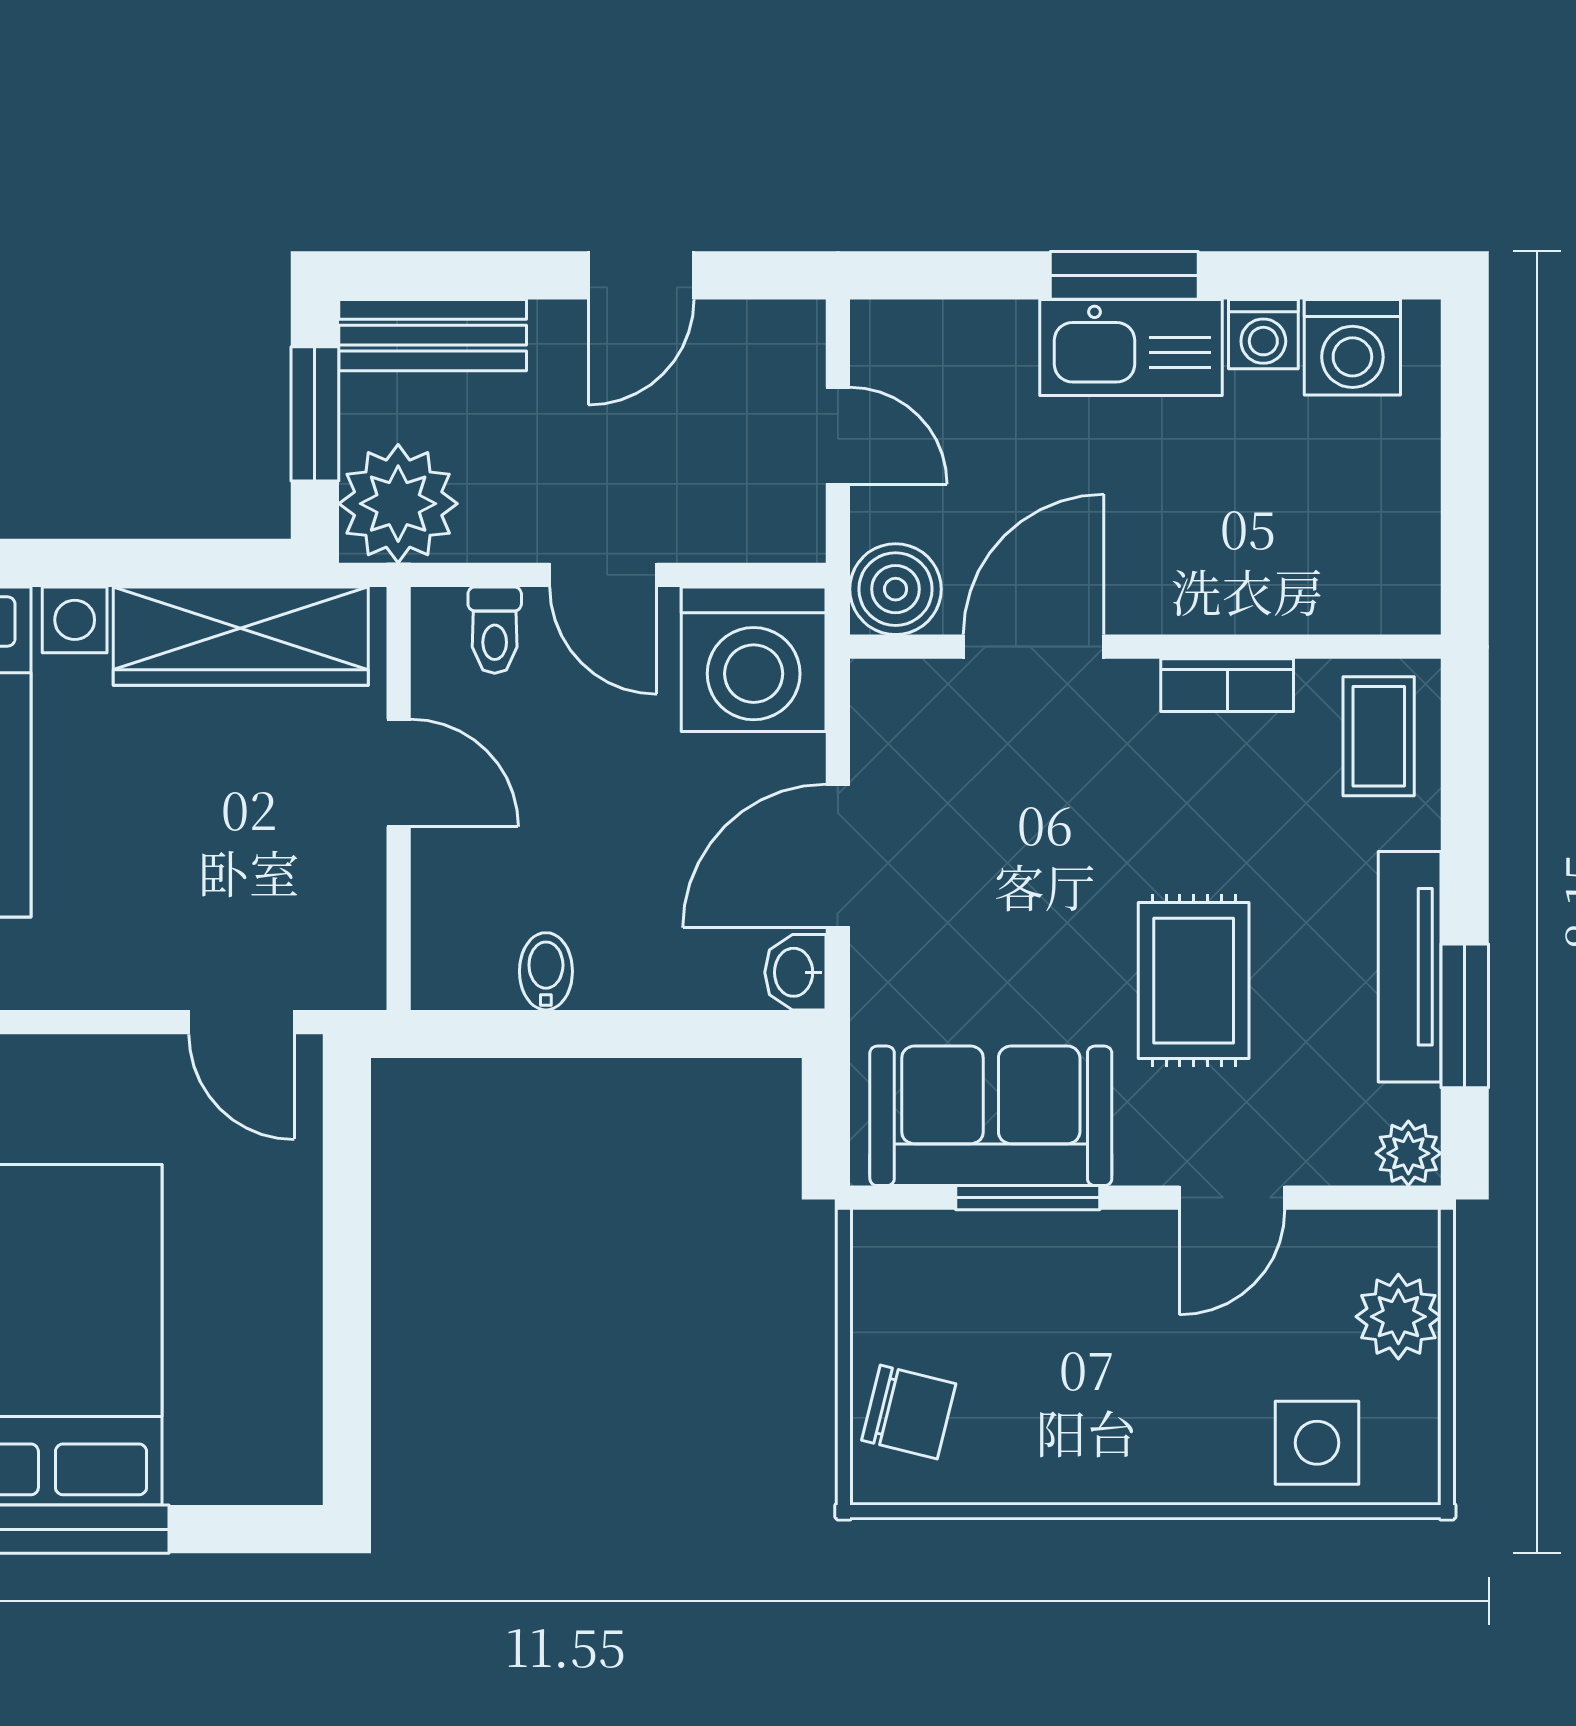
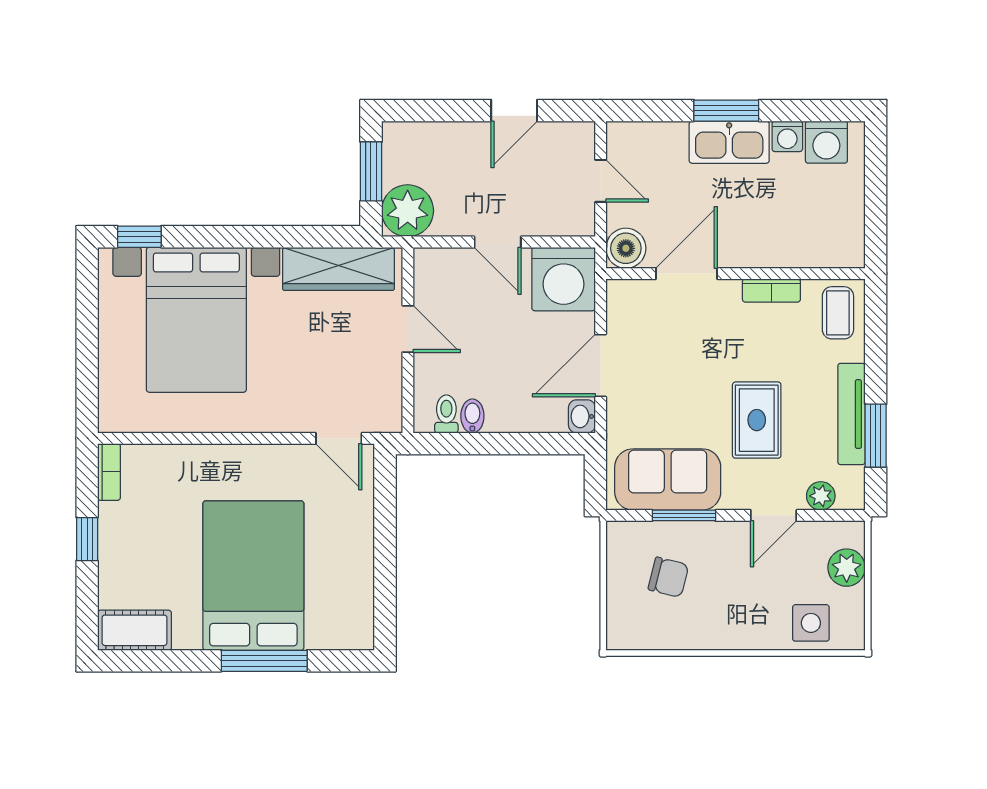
bench: (433, 335) -> (423, 137), removed
toilet: (495, 630) -> (446, 414), moved, turned 180
plant: (1408, 1153) -> (821, 496), moved
chair: (909, 1412) -> (668, 577), moved

